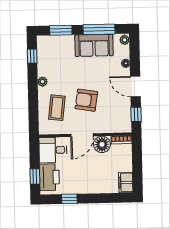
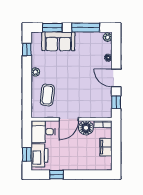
sofa: (94, 45) -> (58, 41), moved
armchair: (86, 100) -> (73, 89), removed
filing cabinet: (126, 182) -> (106, 147), moved

